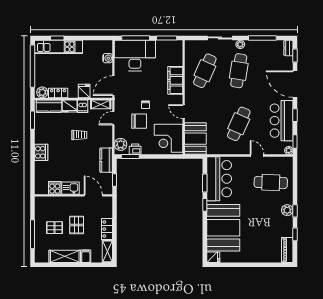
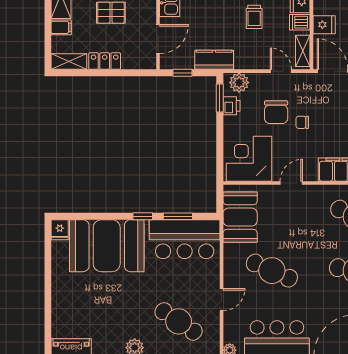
booth: (195, 139) -> (240, 217), moved, turned 90
cafe table: (271, 182) -> (179, 321), turned -58

